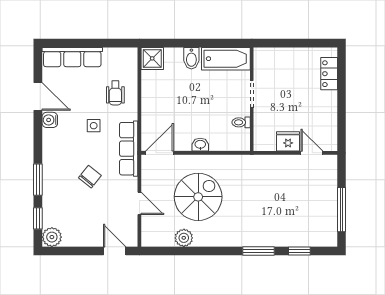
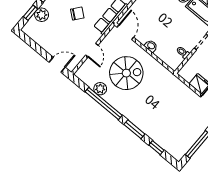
door: (160, 153) -> (125, 32), hinge flipped
plant: (52, 237) -> (42, 15), moved
door: (115, 251) -> (57, 65), hinge flipped
window: (201, 251) -> (104, 104), added

